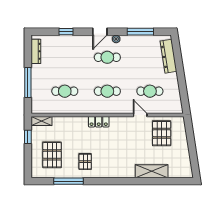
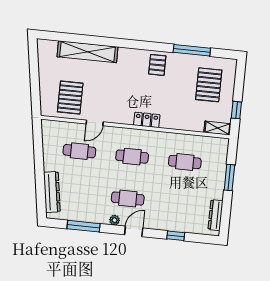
window: (28, 83) -> (229, 177), width x0.69
door: (140, 115) -> (95, 123), hinge flipped
pallet: (85, 162) -> (157, 65), moved
shelving: (152, 171) -> (87, 52), width x1.47

